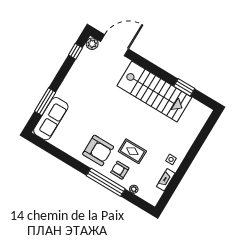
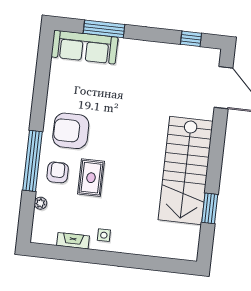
plant: (92, 44) -> (212, 57), removed
armchair: (98, 150) -> (71, 131), turned 90

